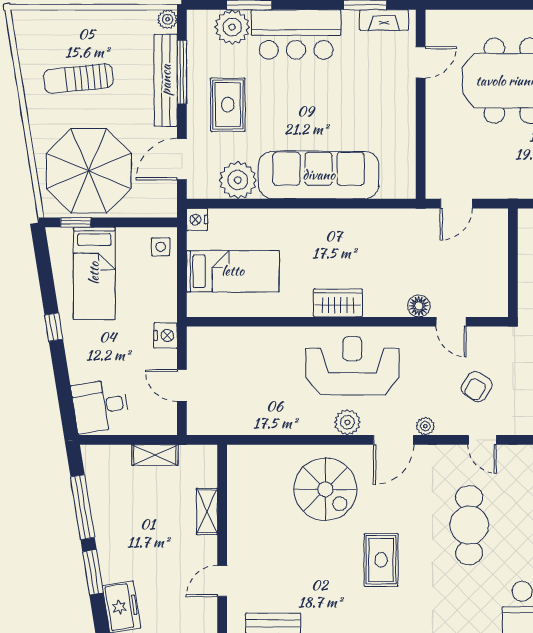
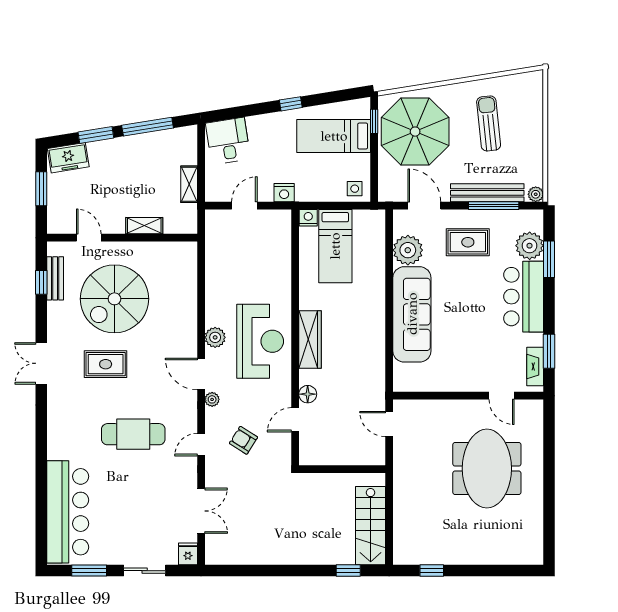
nightstand: (197, 220) -> (308, 218), moved
wardrobe: (338, 303) -> (310, 339), width x1.50
spiral stairs: (325, 489) -> (114, 299), moved, width x1.37, depth x1.37

